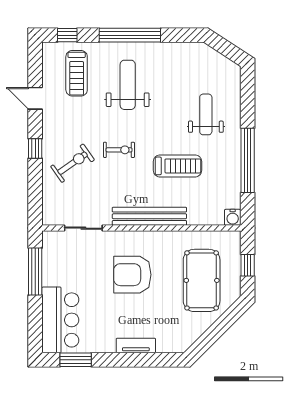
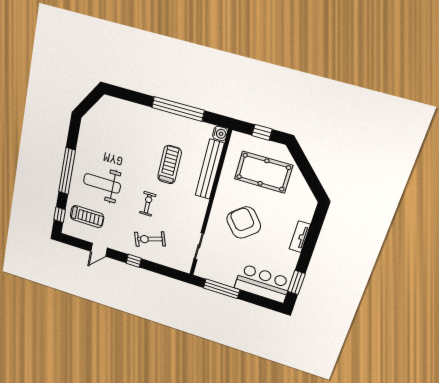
weight bench: (206, 114) -> (135, 132), removed
exercise bike: (73, 163) -> (150, 239), turned -74
bench: (149, 216) -> (210, 169), moved
armchair: (132, 275) -> (244, 223), turned 140

